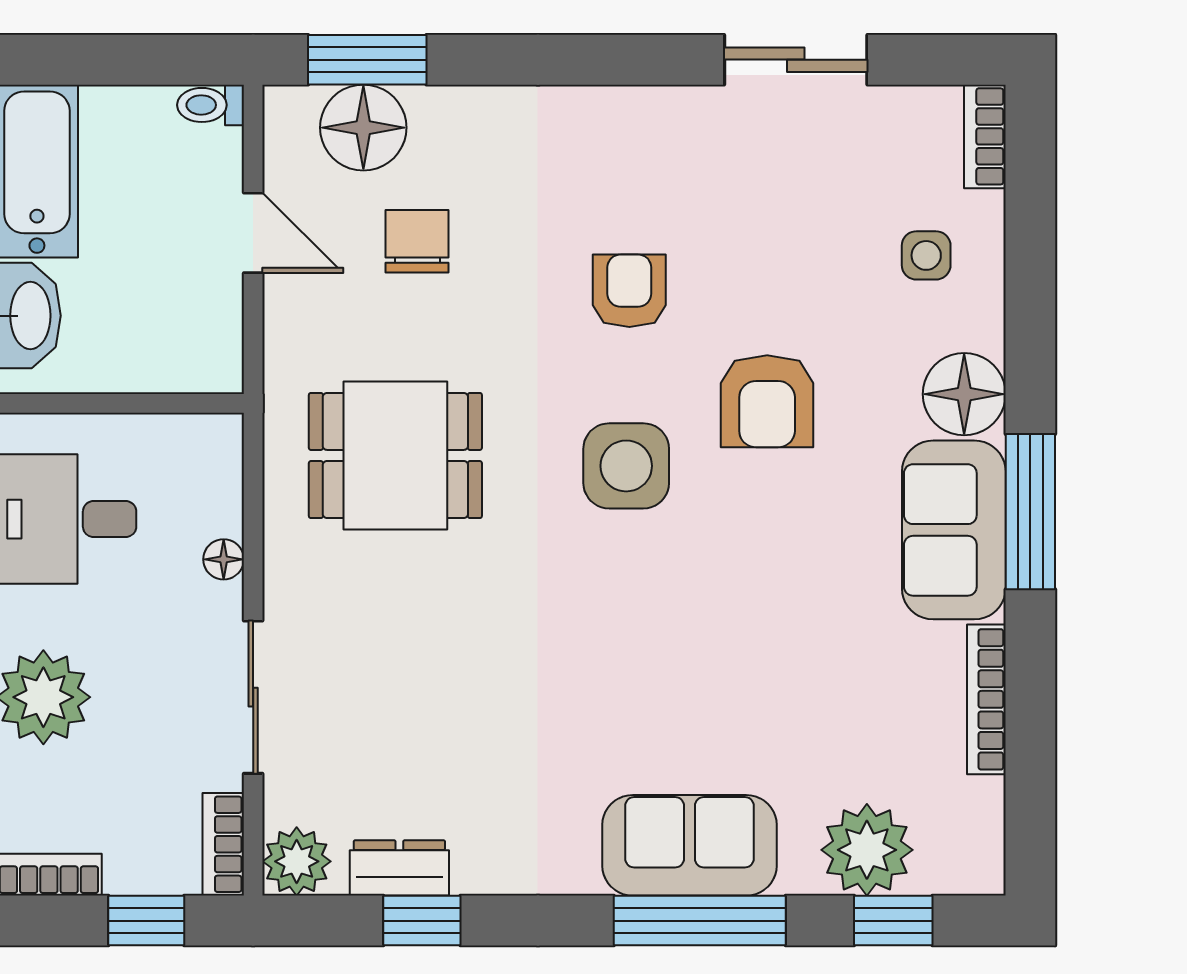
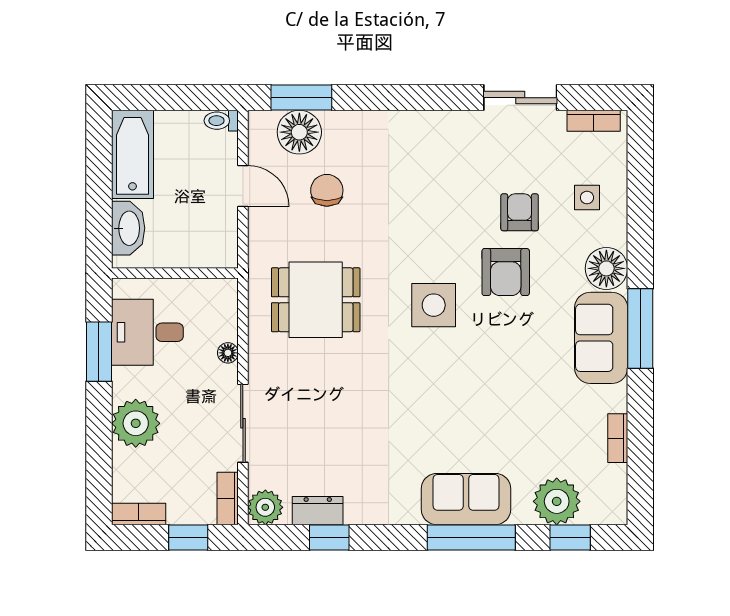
bookcase: (985, 136) -> (594, 121), moved, turned -90
armchair: (629, 291) -> (520, 212), moved
bookcase: (986, 699) -> (618, 438), width x0.64

